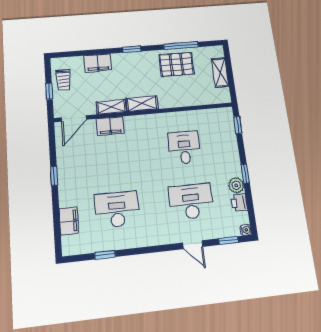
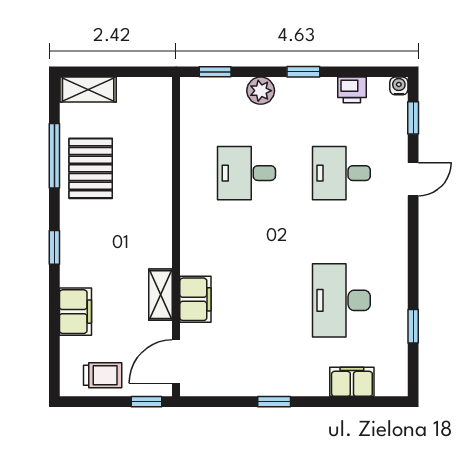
shelving: (220, 72) -> (88, 90), moved
window: (49, 91) -> (146, 402), moved
shelving: (142, 104) -> (160, 239), removed
door: (74, 118) -> (176, 361), swing flipped
plant: (236, 185) -> (261, 91), moved
desk: (191, 201) -> (341, 173), width x0.73

